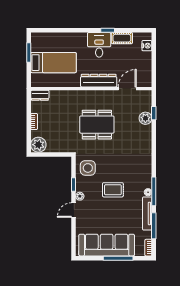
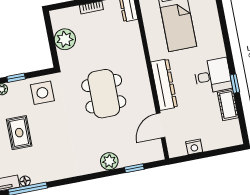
nightstand: (147, 46) -> (194, 147), moved
door: (127, 89) -> (161, 126), swing flipped
plant: (145, 118) -> (109, 161), moved
plant: (38, 145) -> (65, 39), moved

